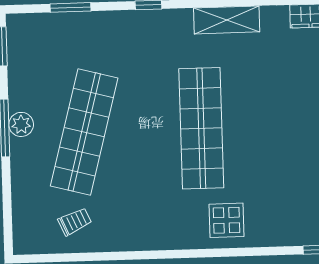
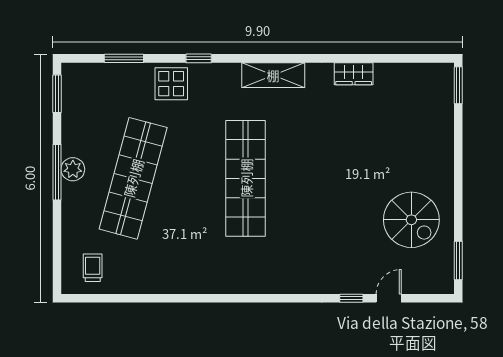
display table: (226, 220) -> (171, 84), moved
trolley: (75, 222) -> (93, 268), moved, turned -66

